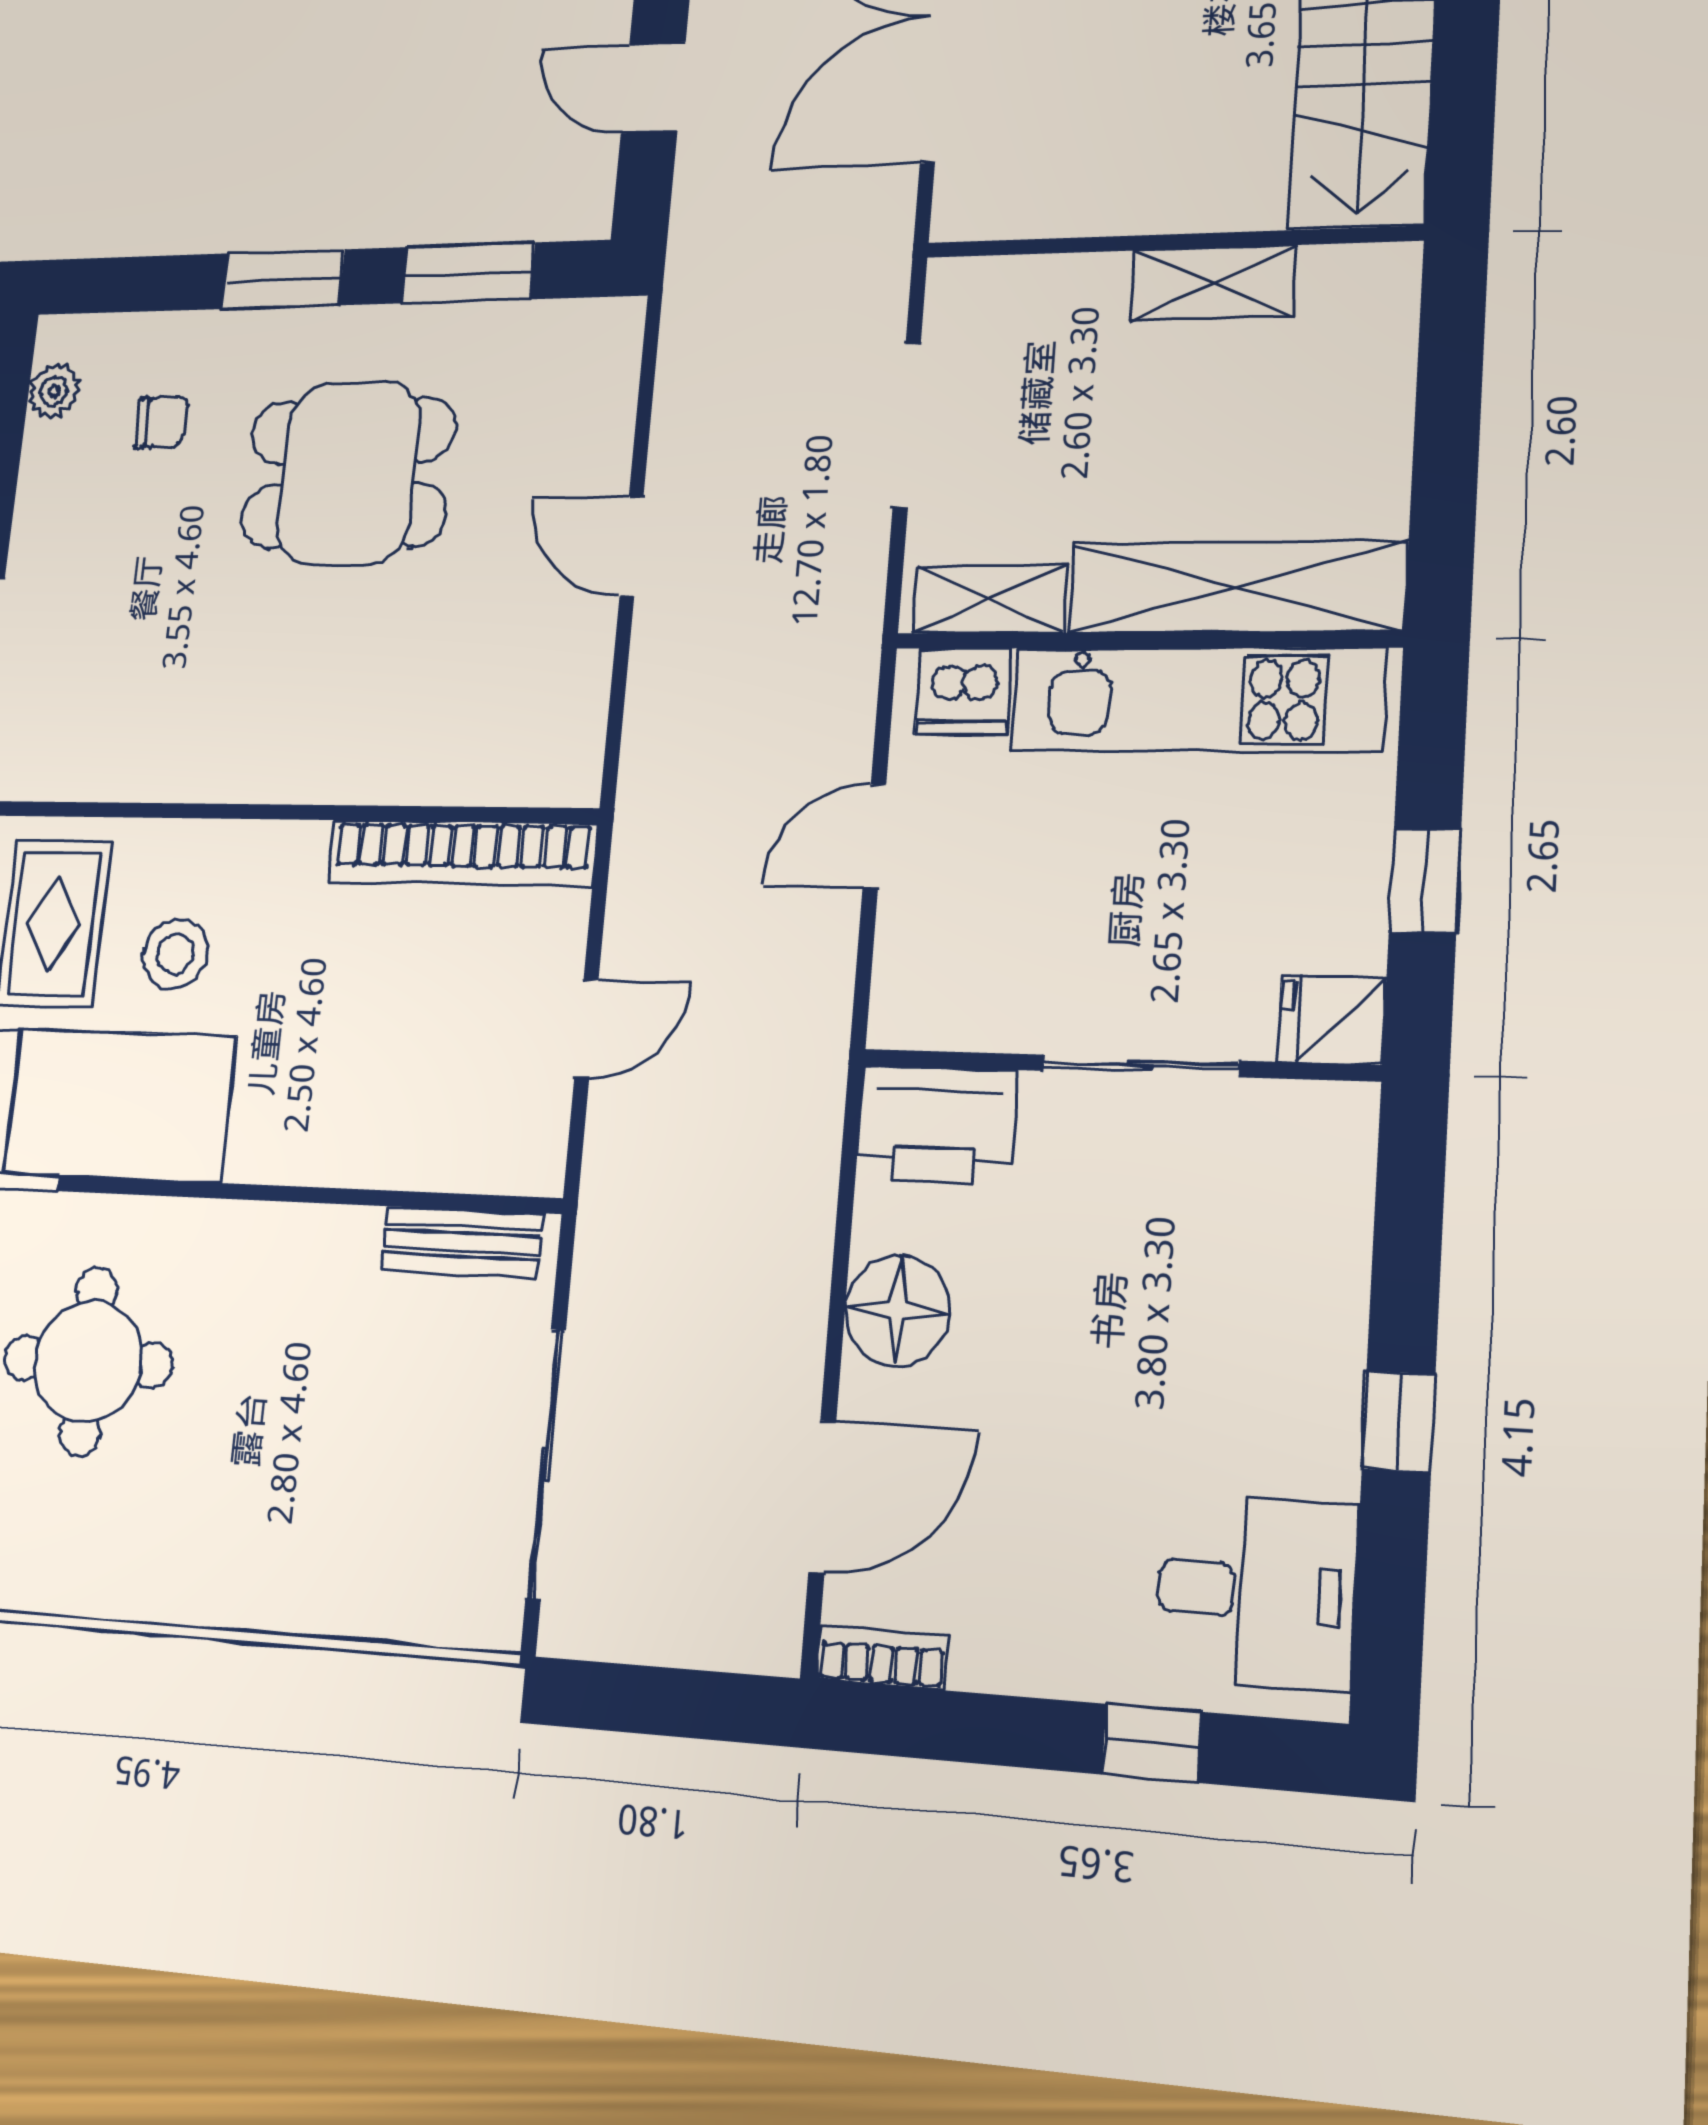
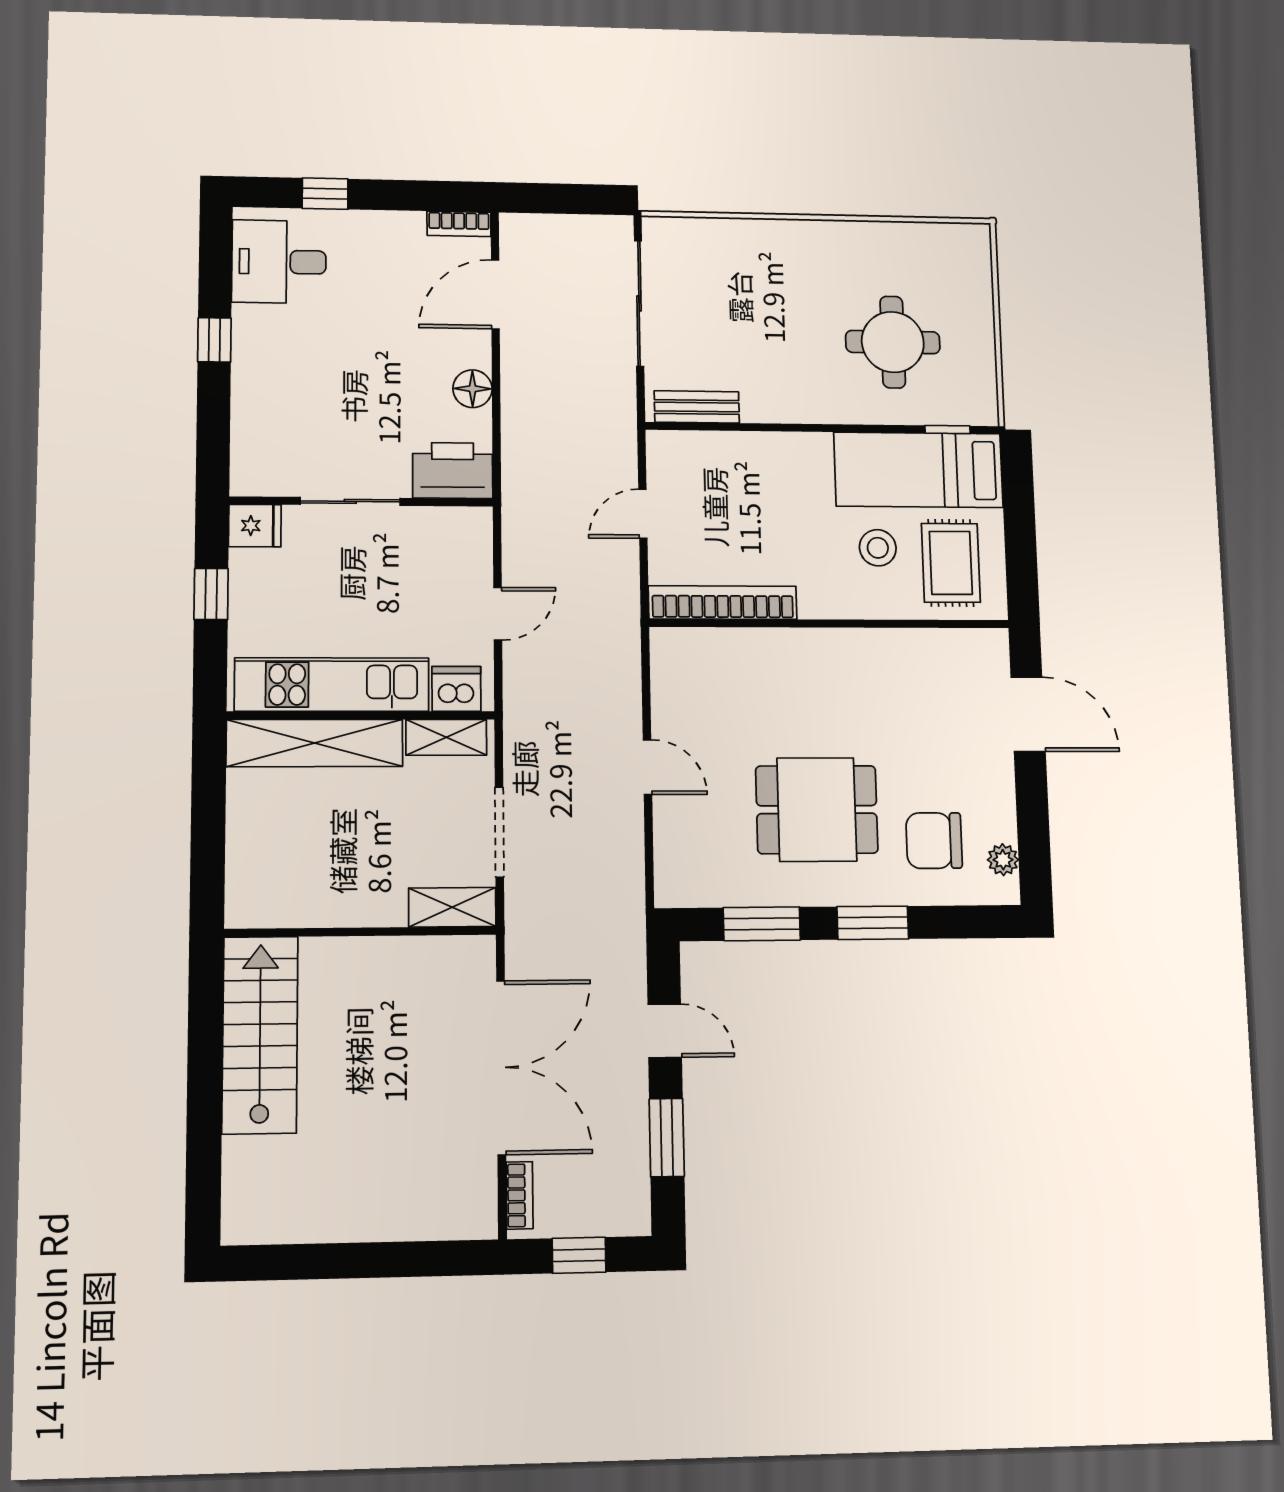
shelving: (1213, 283) -> (452, 907), moved
chair: (161, 422) -> (934, 841), width x1.87, depth x1.87
floor lamp: (897, 1311) -> (472, 389), width x0.73, depth x0.73

